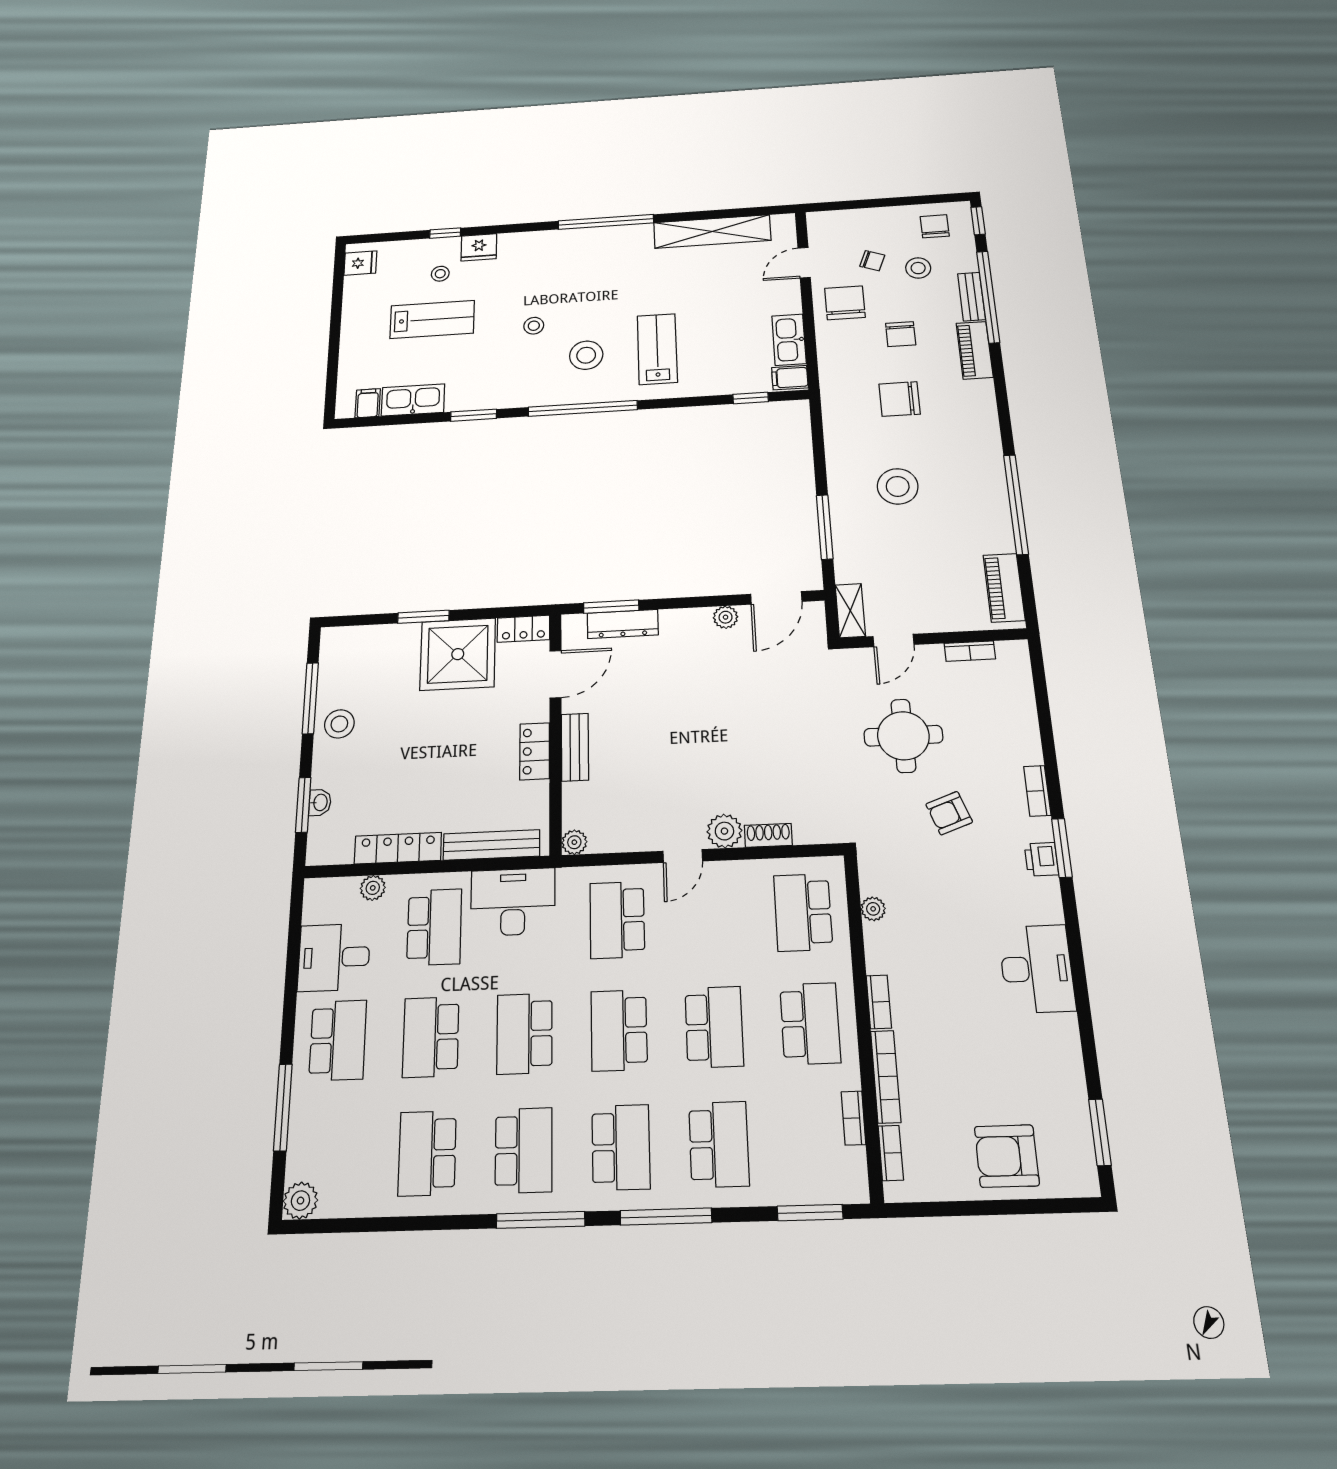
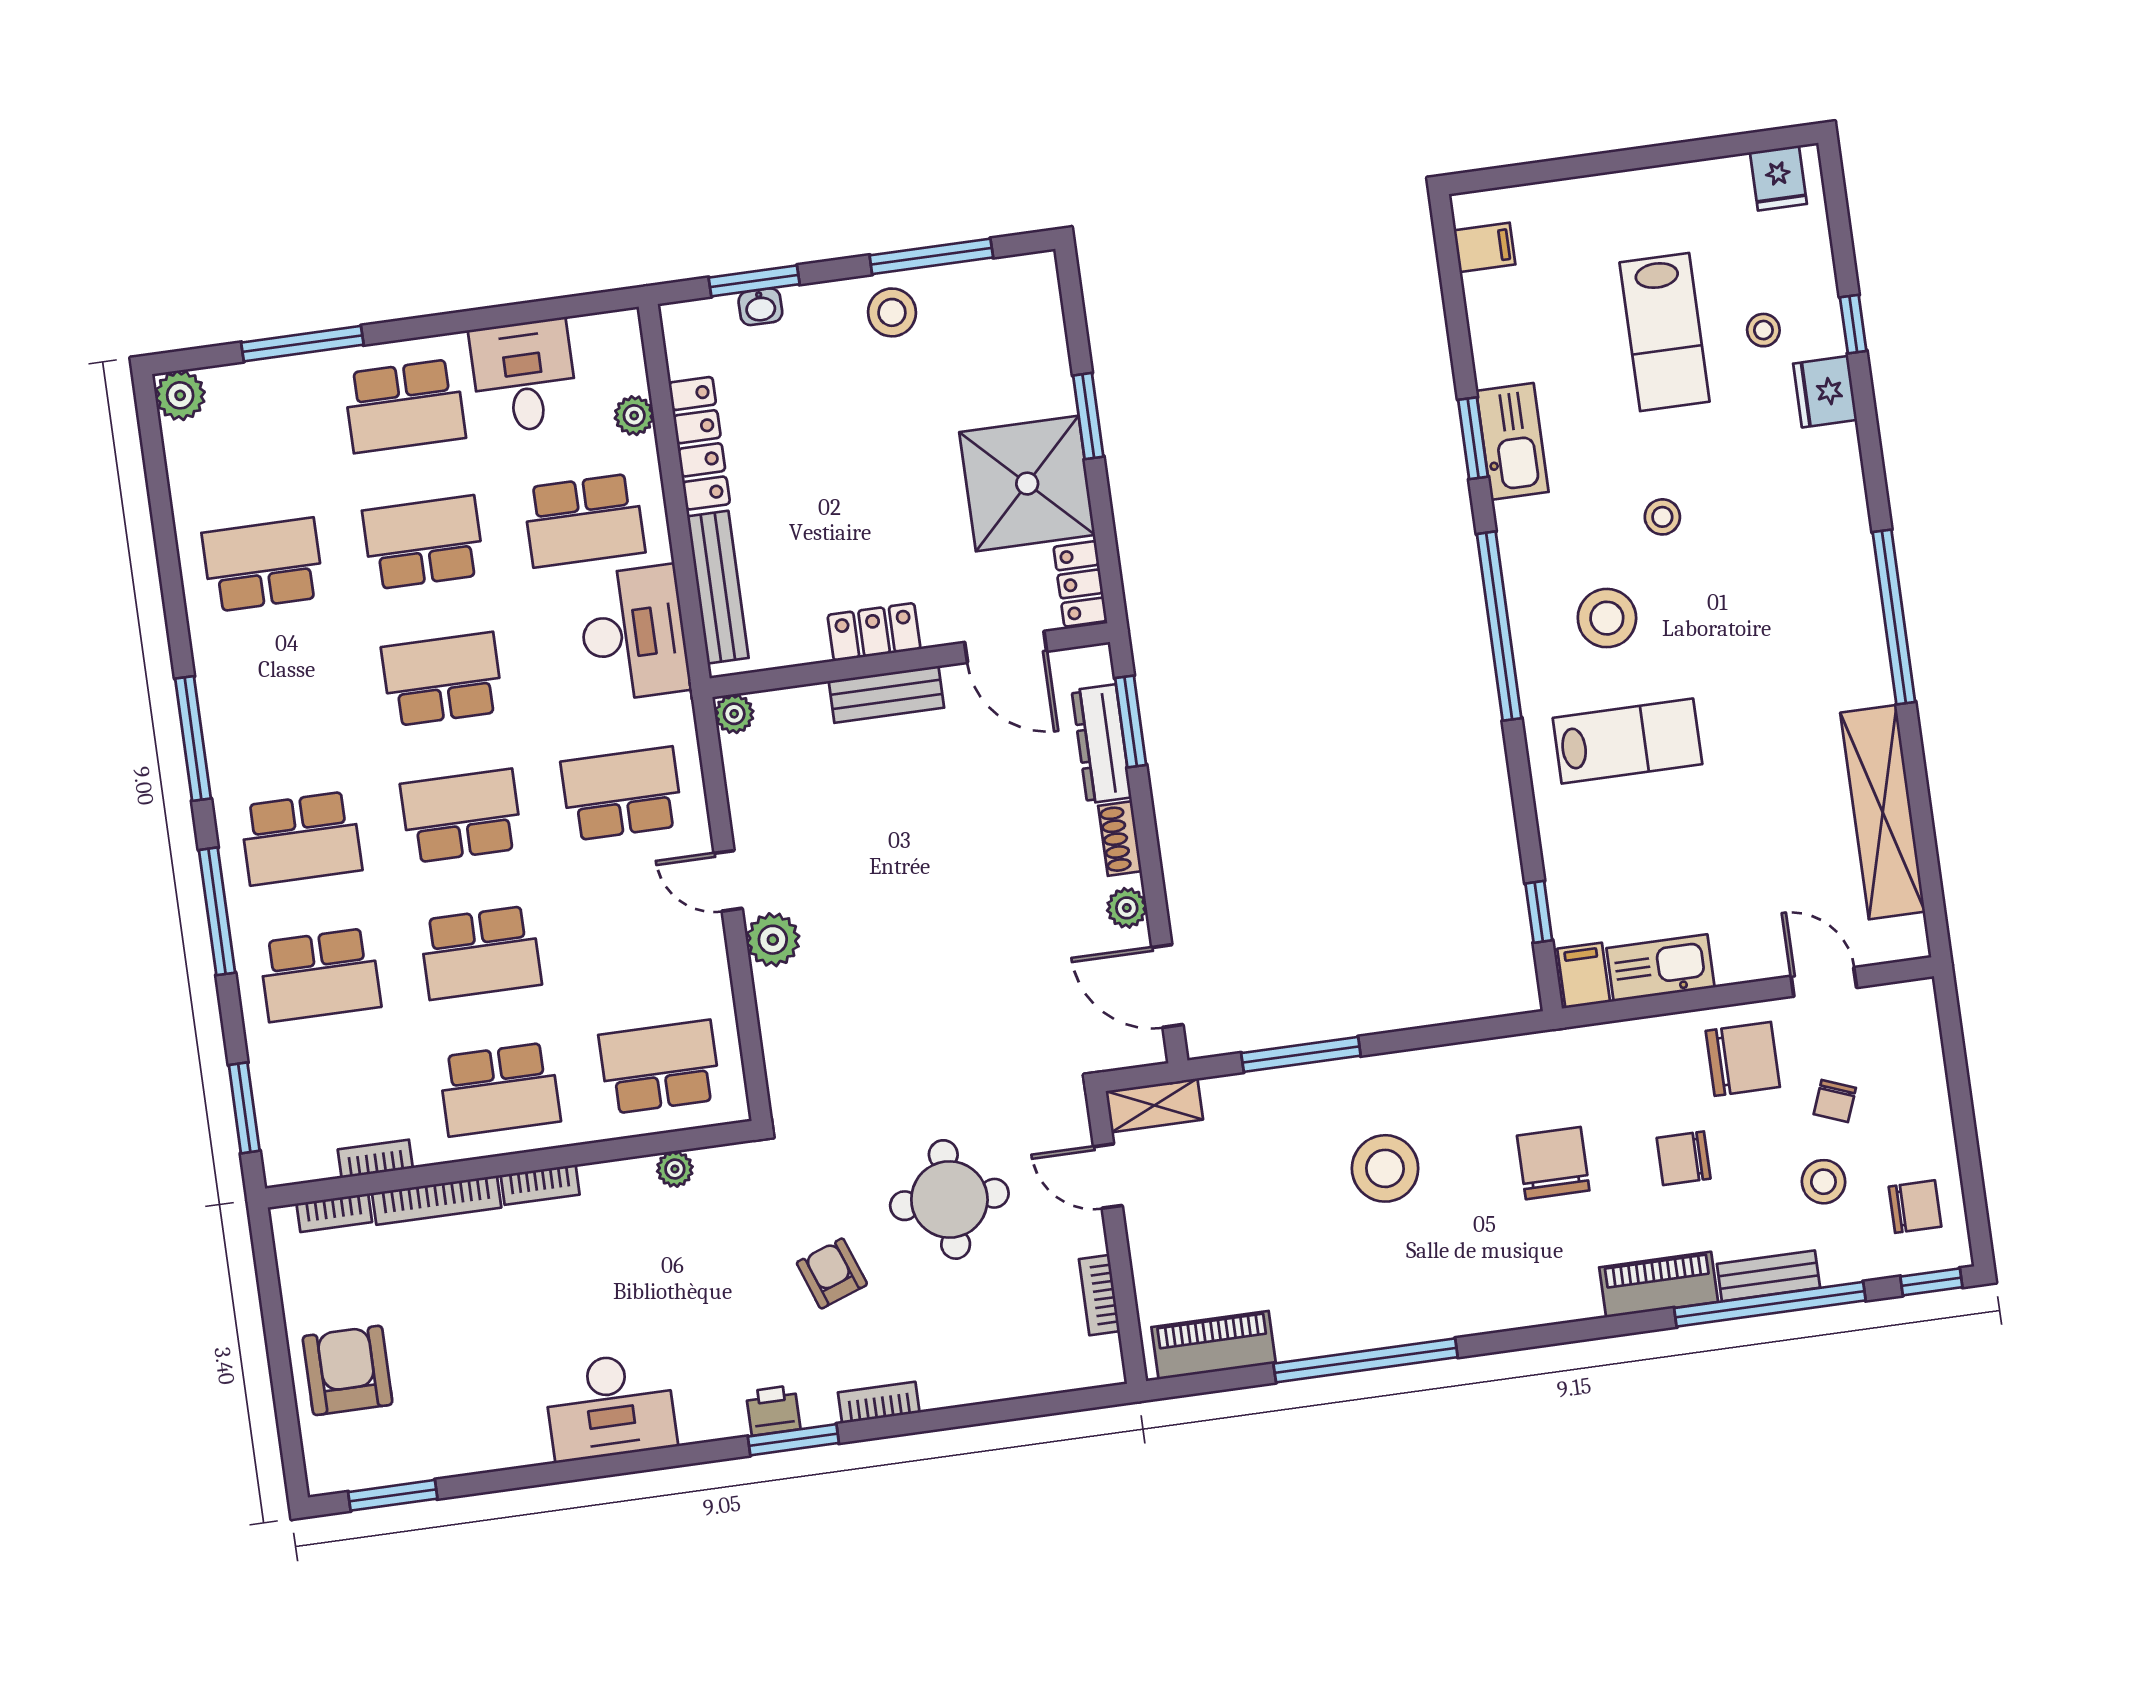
kitchen sink: (413, 400) -> (1512, 441), moved
shoe rack: (768, 835) -> (1120, 839), moved, turned 180
school desk: (524, 1150) -> (282, 701), removed

